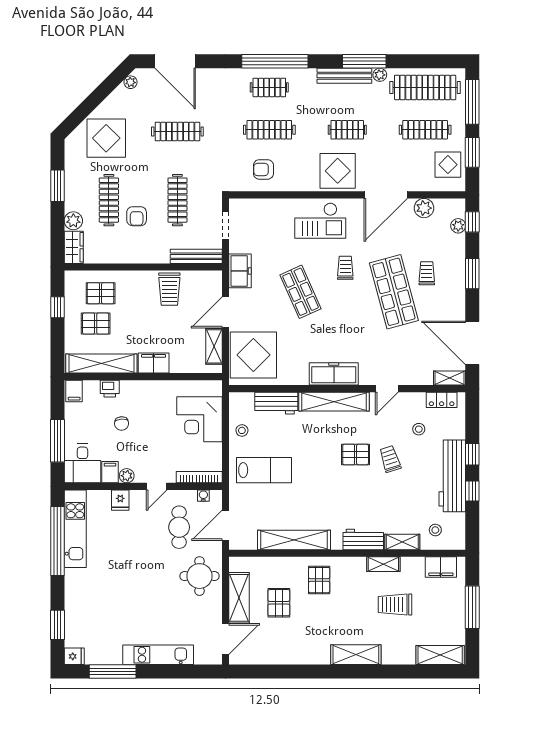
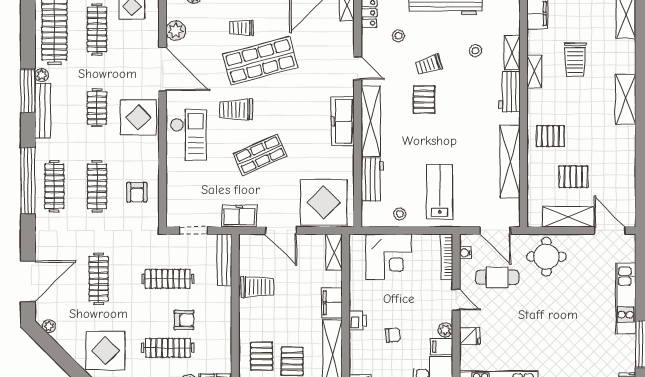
clothes rail: (269, 87) -> (54, 186), width x1.36
trolley: (345, 268) -> (236, 110), width x1.36, depth x1.39
shelving: (214, 346) -> (334, 252), moved, turned 90
printer: (110, 389) -> (358, 321), moved
stool: (435, 530) -> (475, 51), moved

